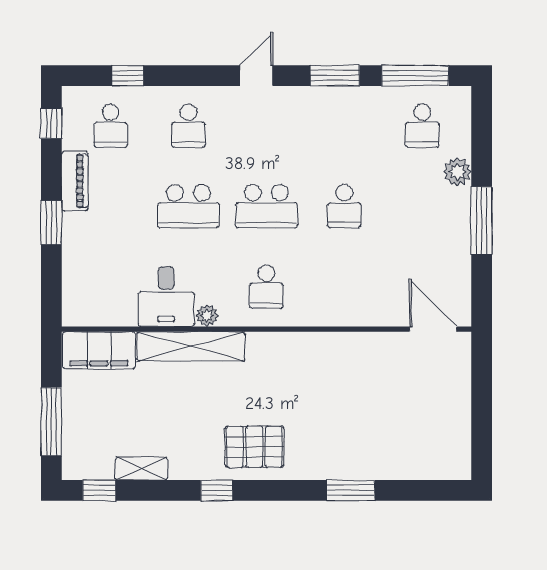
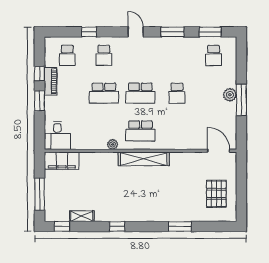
window: (128, 76) -> (89, 32), moved
door: (256, 76) -> (136, 32), hinge flipped
window: (415, 76) -> (210, 32), width x0.69
window: (51, 123) -> (40, 74), moved
plant: (457, 172) -> (230, 95), moved
school desk: (266, 287) -> (140, 131), width x1.85
desk: (166, 297) -> (57, 135), moved
shelving: (191, 346) -> (144, 159), moved
pallet: (254, 447) -> (216, 194), moved, turned 90

